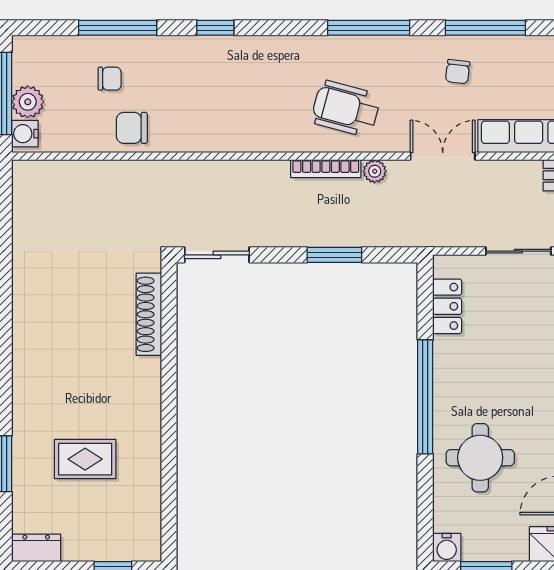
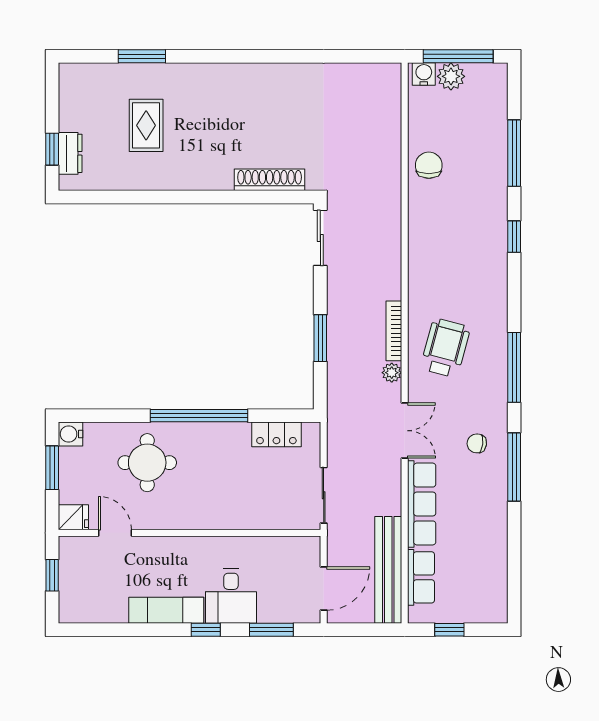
chair: (110, 79) -> (471, 146), removed
dresser: (36, 548) -> (70, 153), moved

